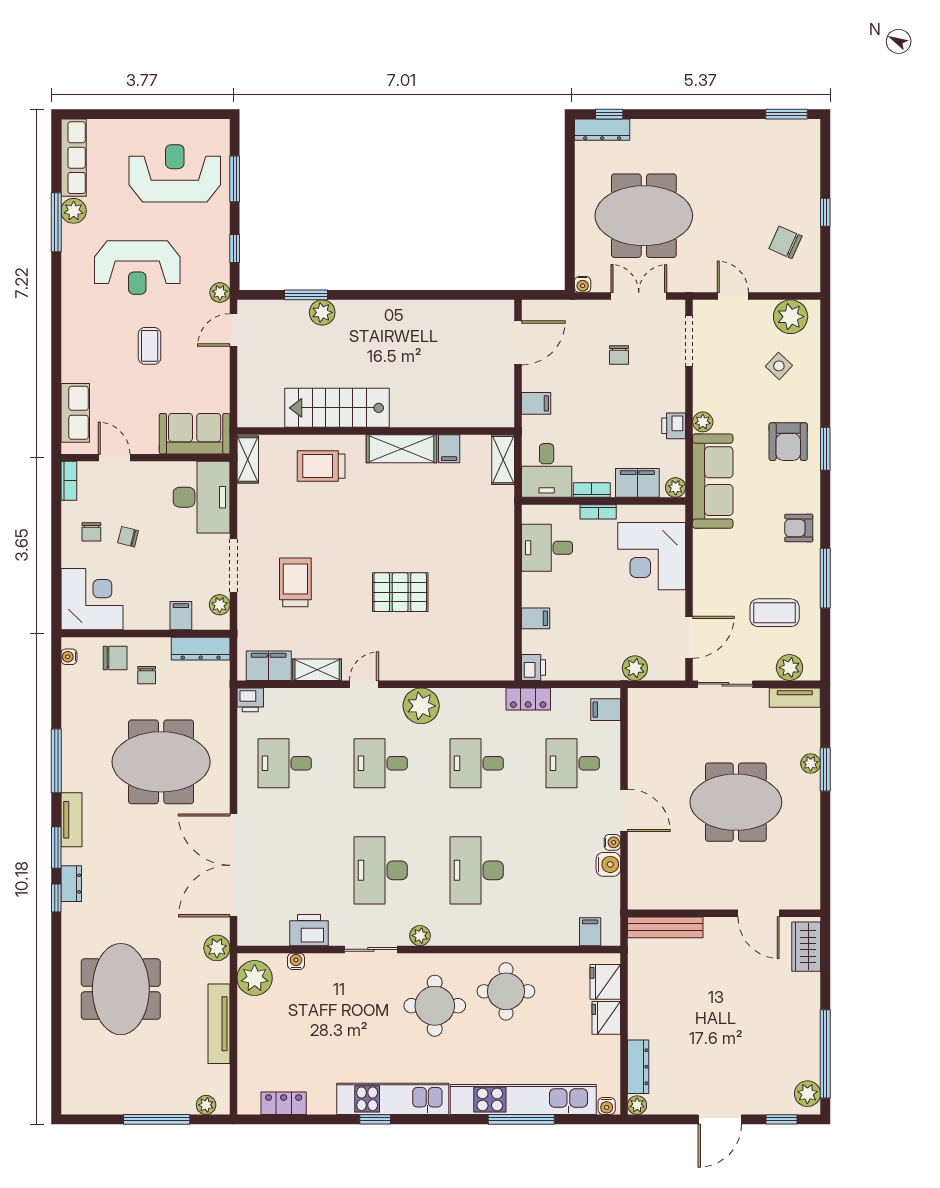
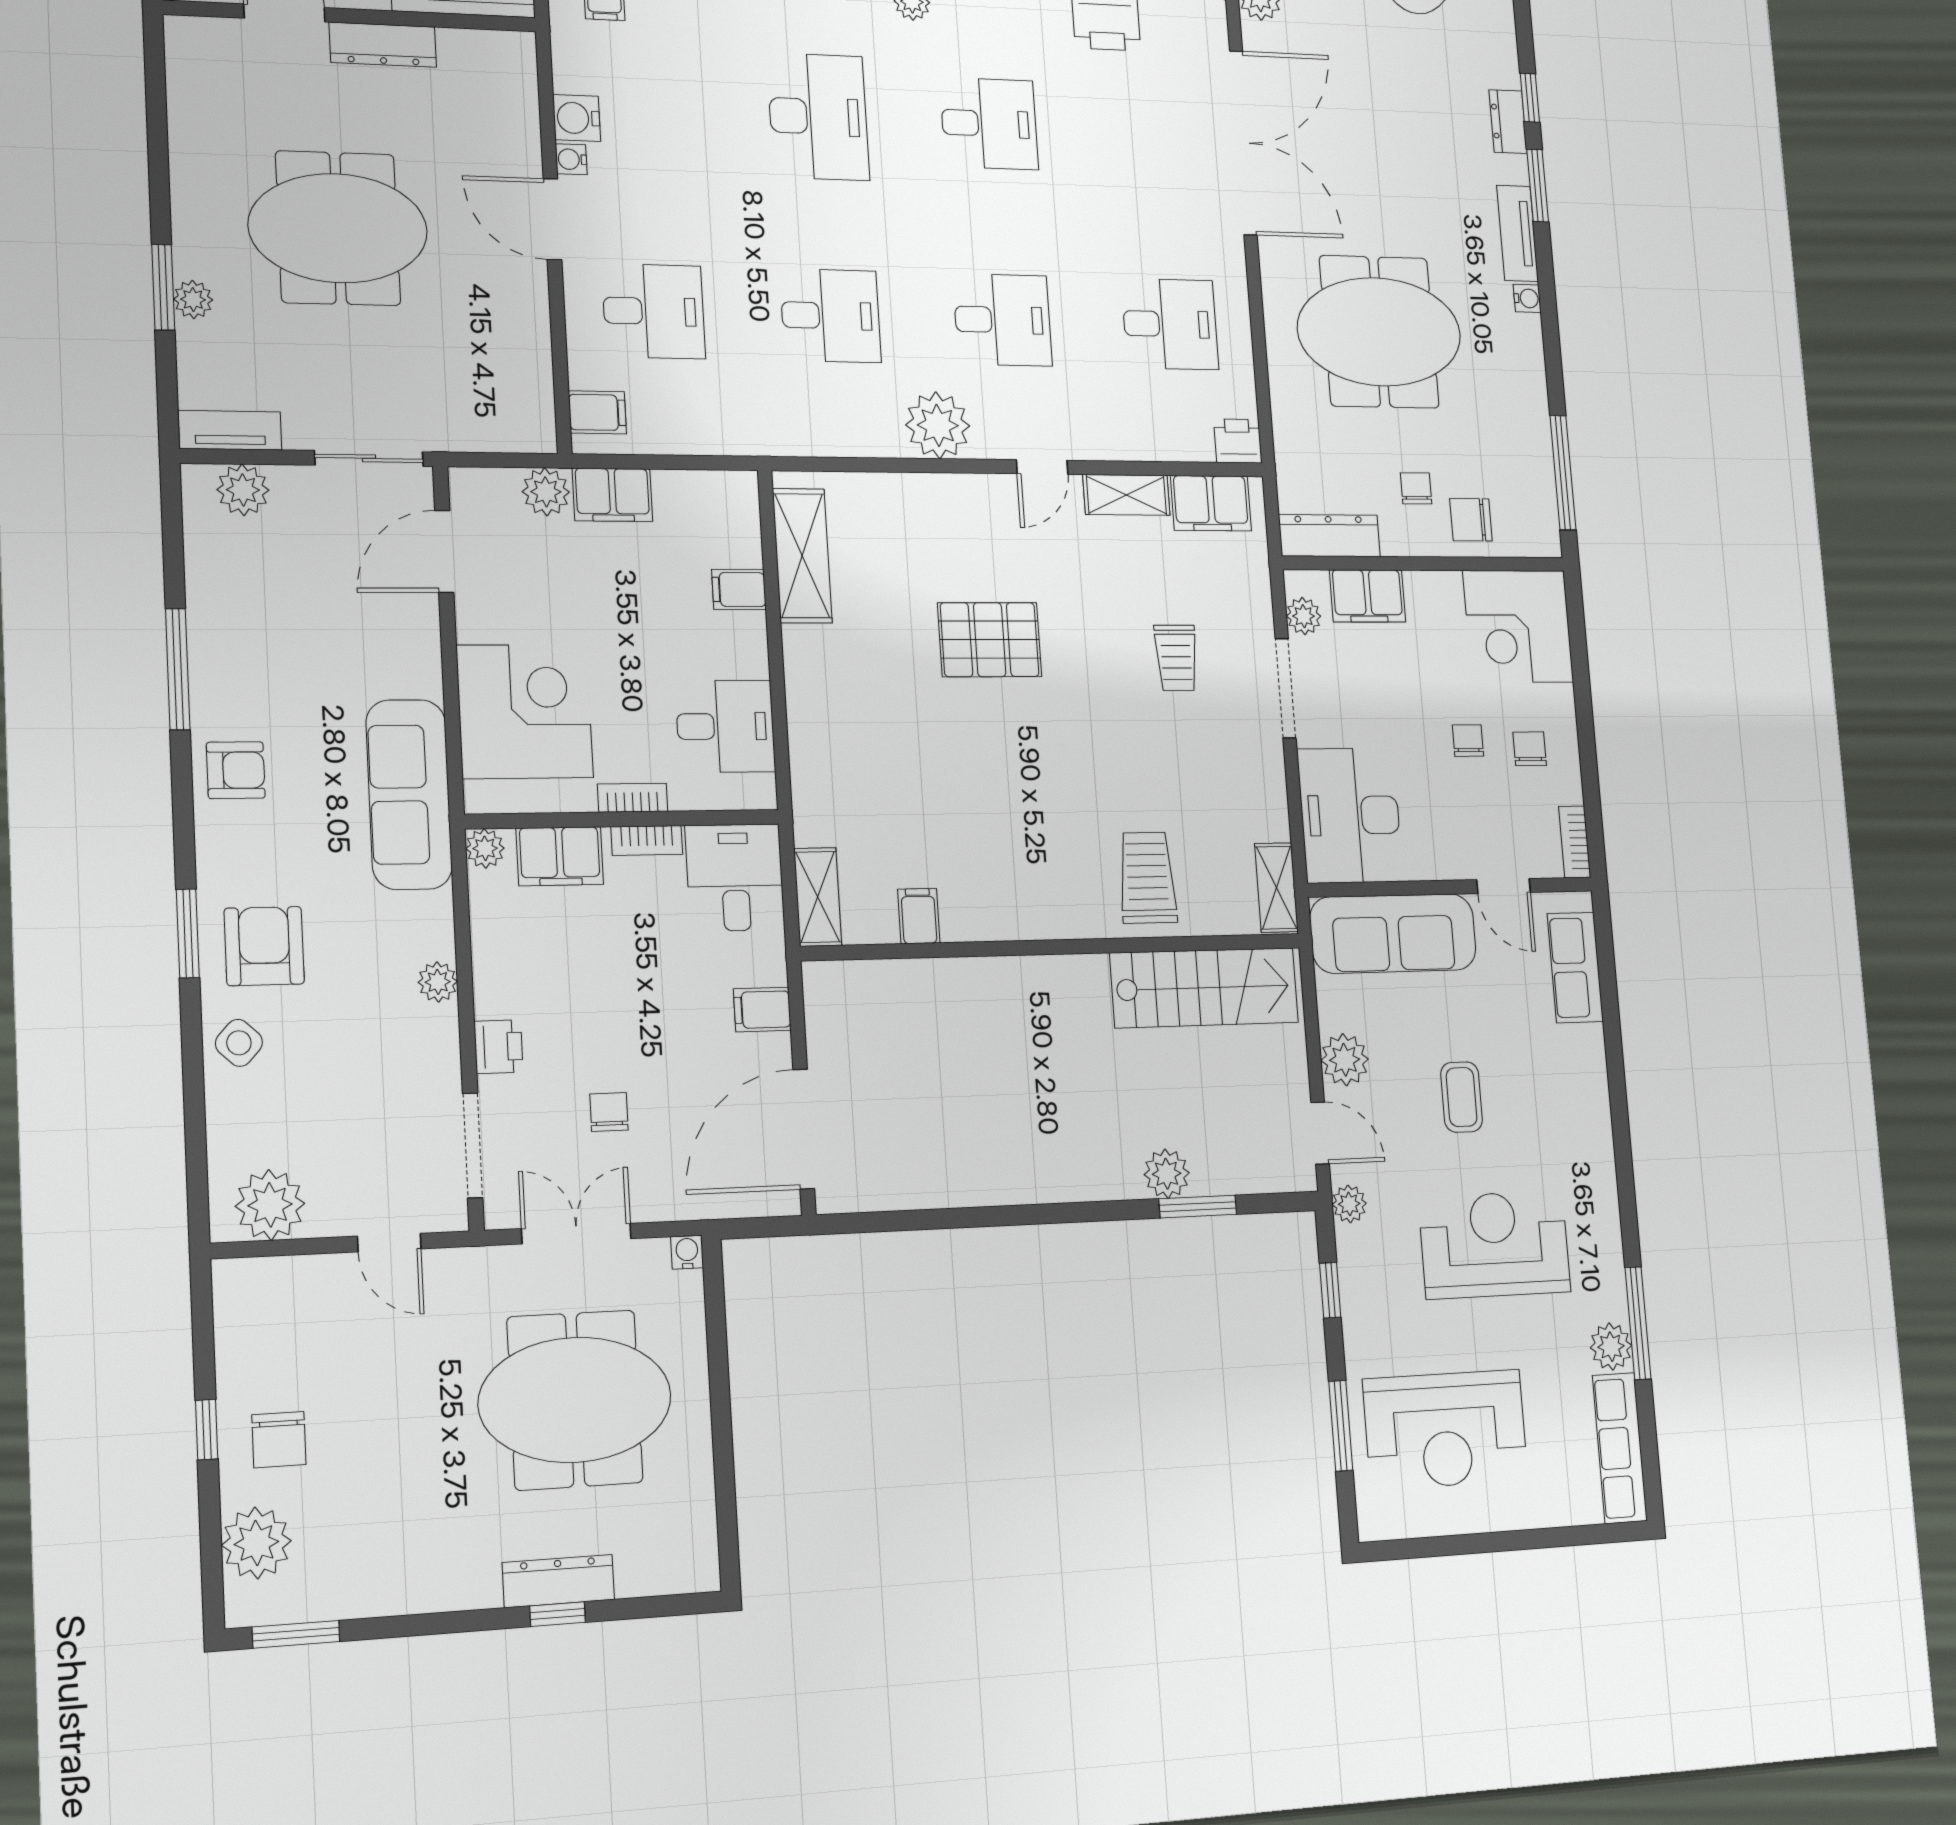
window: (609, 114) -> (557, 1614), moved
dresser: (602, 130) -> (558, 1581), moved
plant: (804, 158) -> (256, 1543), added
chair: (785, 242) -> (279, 1440), moved, turned 66
double door: (639, 296) -> (576, 1234), swing flipped
door: (233, 330) -> (1320, 1133), hinge flipped
door: (518, 343) -> (804, 1129), width x1.36
side table: (779, 366) -> (239, 1043), moved
plant: (216, 368) -> (1345, 1060), added
stairs: (337, 408) -> (1204, 988), moved
printer: (674, 426) -> (498, 1047), moved
sofa: (195, 434) -> (1393, 934), width x1.36
shelving: (402, 449) -> (802, 556), moved, turned 90
trolley: (321, 466) -> (1147, 878), turned -90
sofa: (713, 481) -> (409, 794), moved
chair: (128, 537) -> (1468, 741), turned -104
trolley: (295, 582) -> (1176, 658), width x0.73, depth x0.72
coffee table: (775, 613) -> (278, 599), removed
filing cabinet: (181, 616) -> (1368, 596), width x2.00
water cooler: (69, 657) -> (1527, 298), moved
filing cabinet: (600, 667) -> (612, 495), added
printer: (533, 668) -> (737, 495), removed
locker: (528, 699) -> (744, 435), removed
window: (56, 761) -> (1563, 473), moved
desk: (381, 870) -> (989, 124), width x0.73
dresser: (708, 899) -> (383, 45), added

